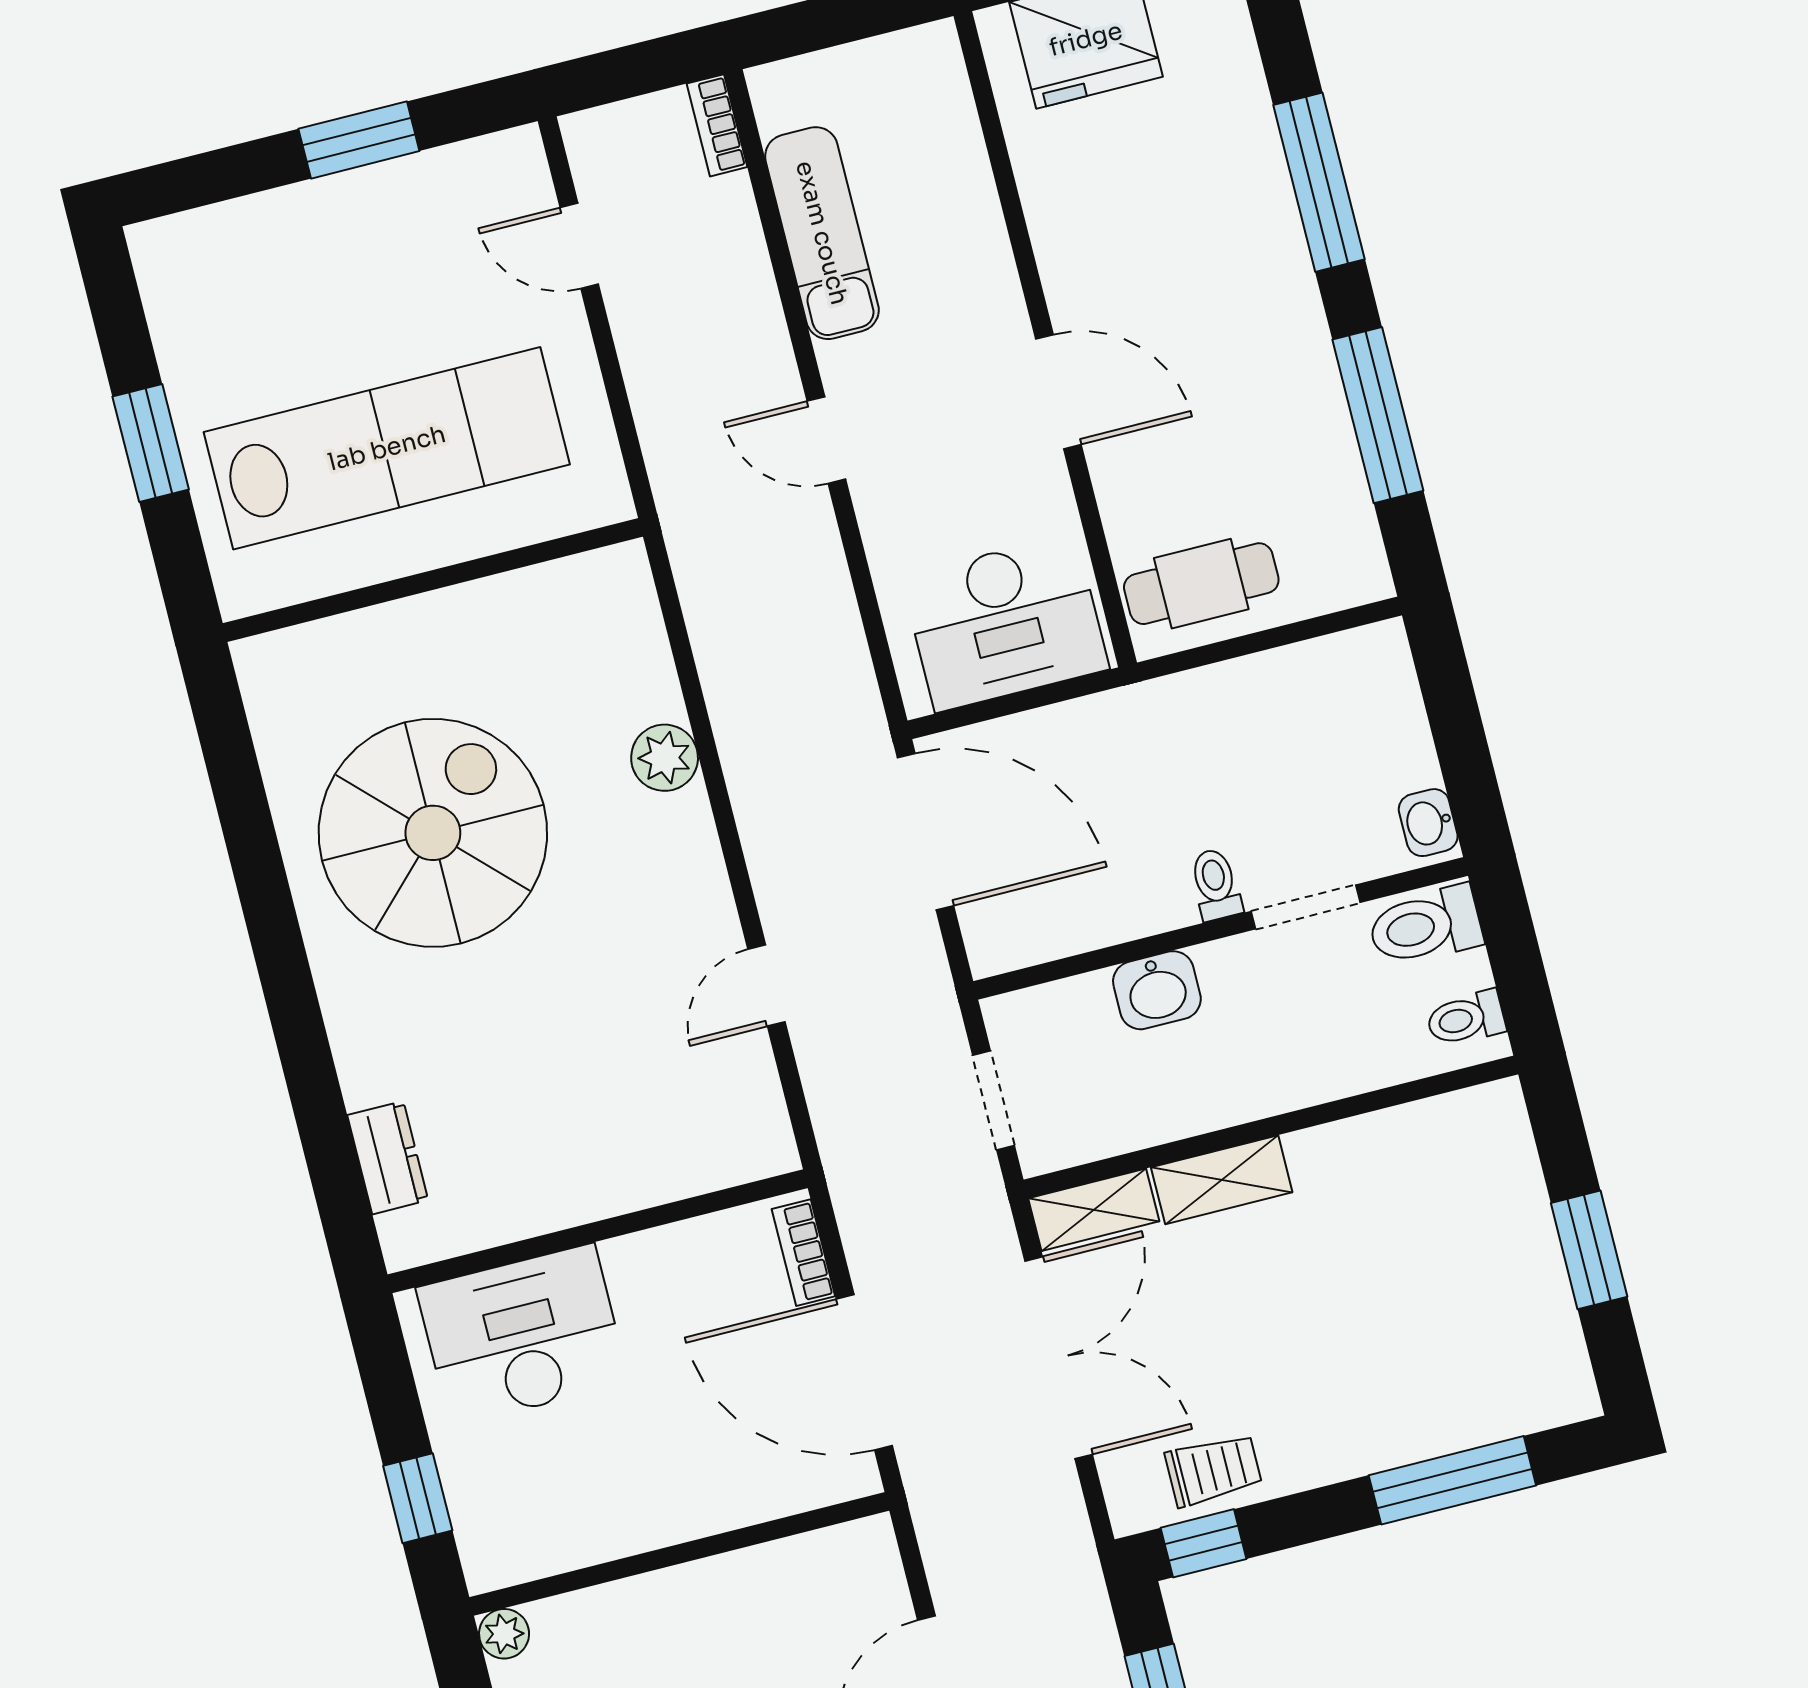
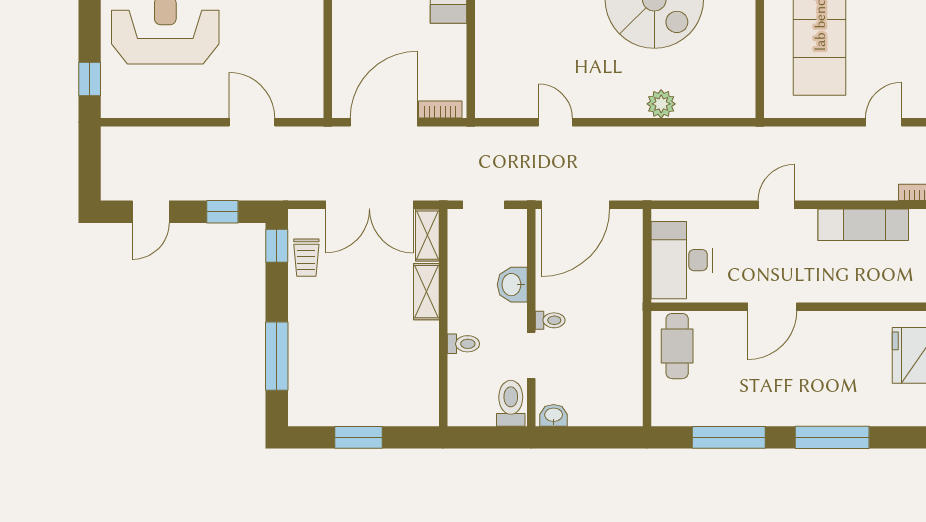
door: (926, 832) -> (576, 205), moved
toilet: (1466, 1018) -> (463, 344), moved, turned 90

